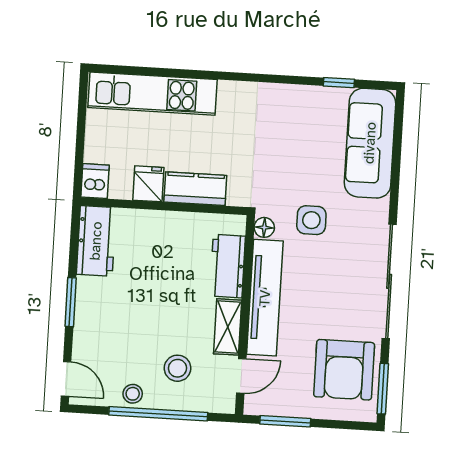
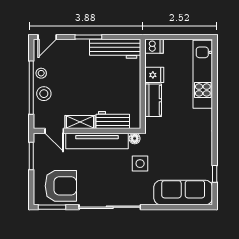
workbench: (96, 241) -> (115, 49), width x1.38
stool: (177, 368) -> (44, 94), moved
armchair: (344, 370) -> (61, 186), turned 180

